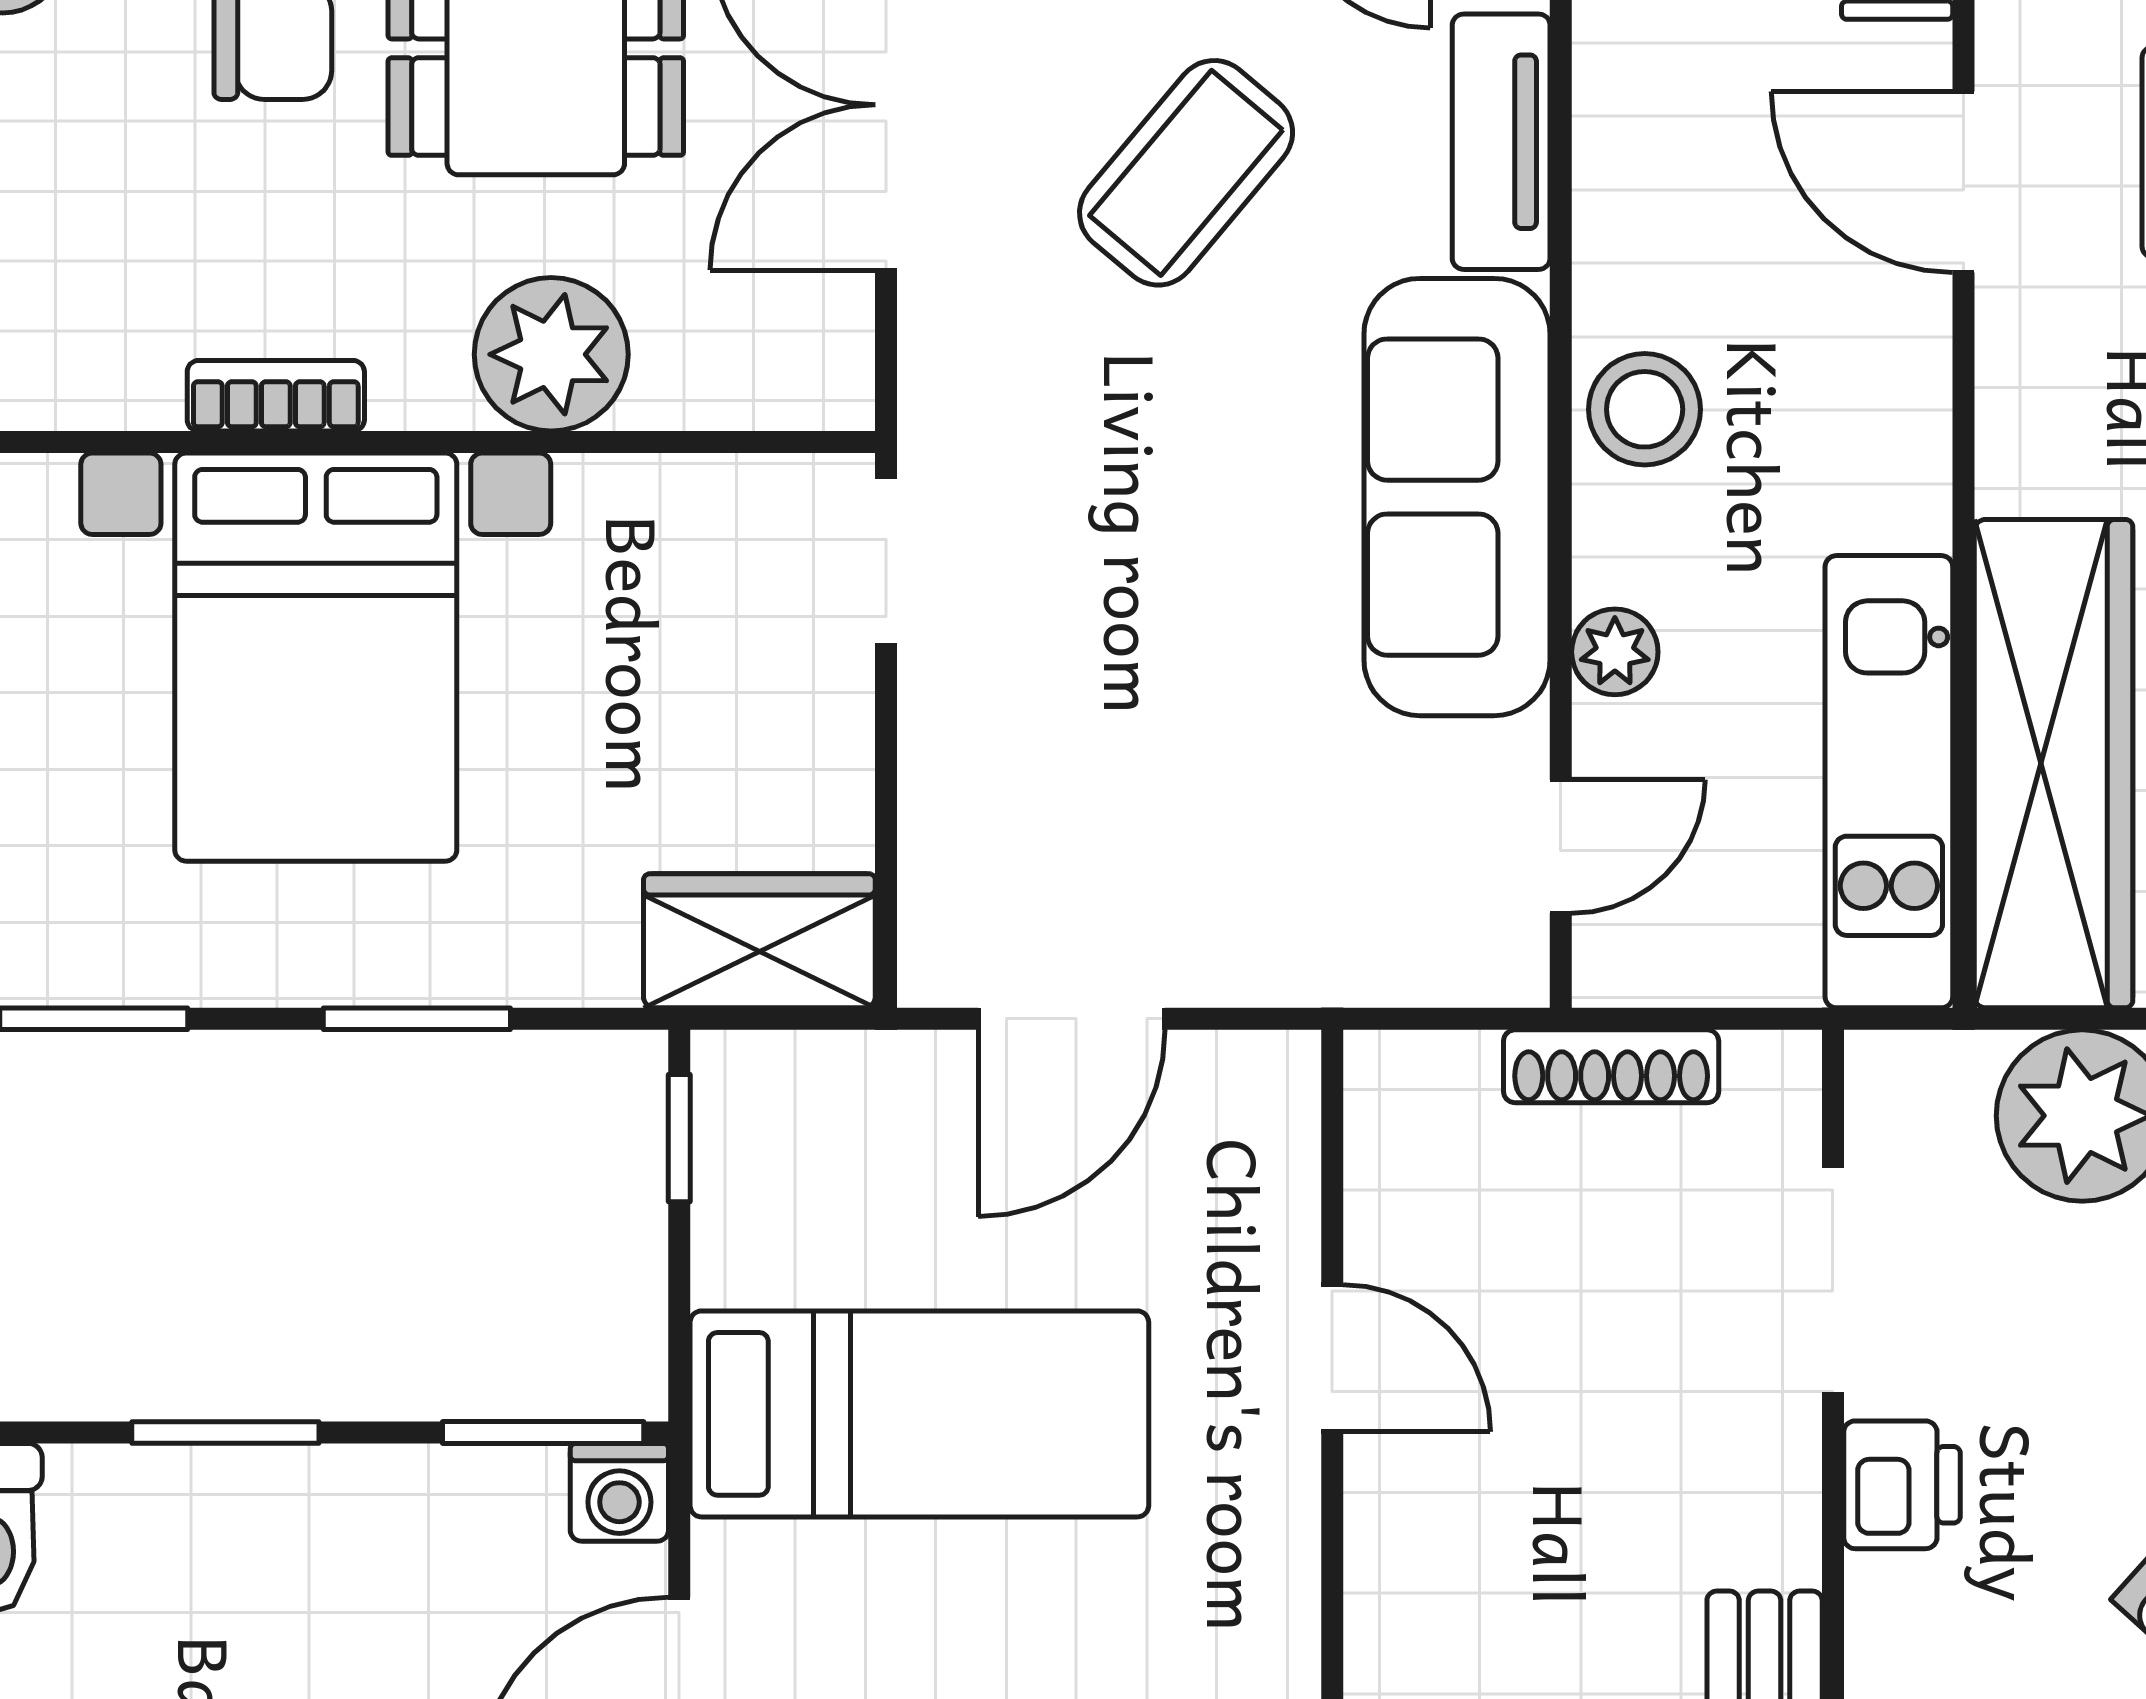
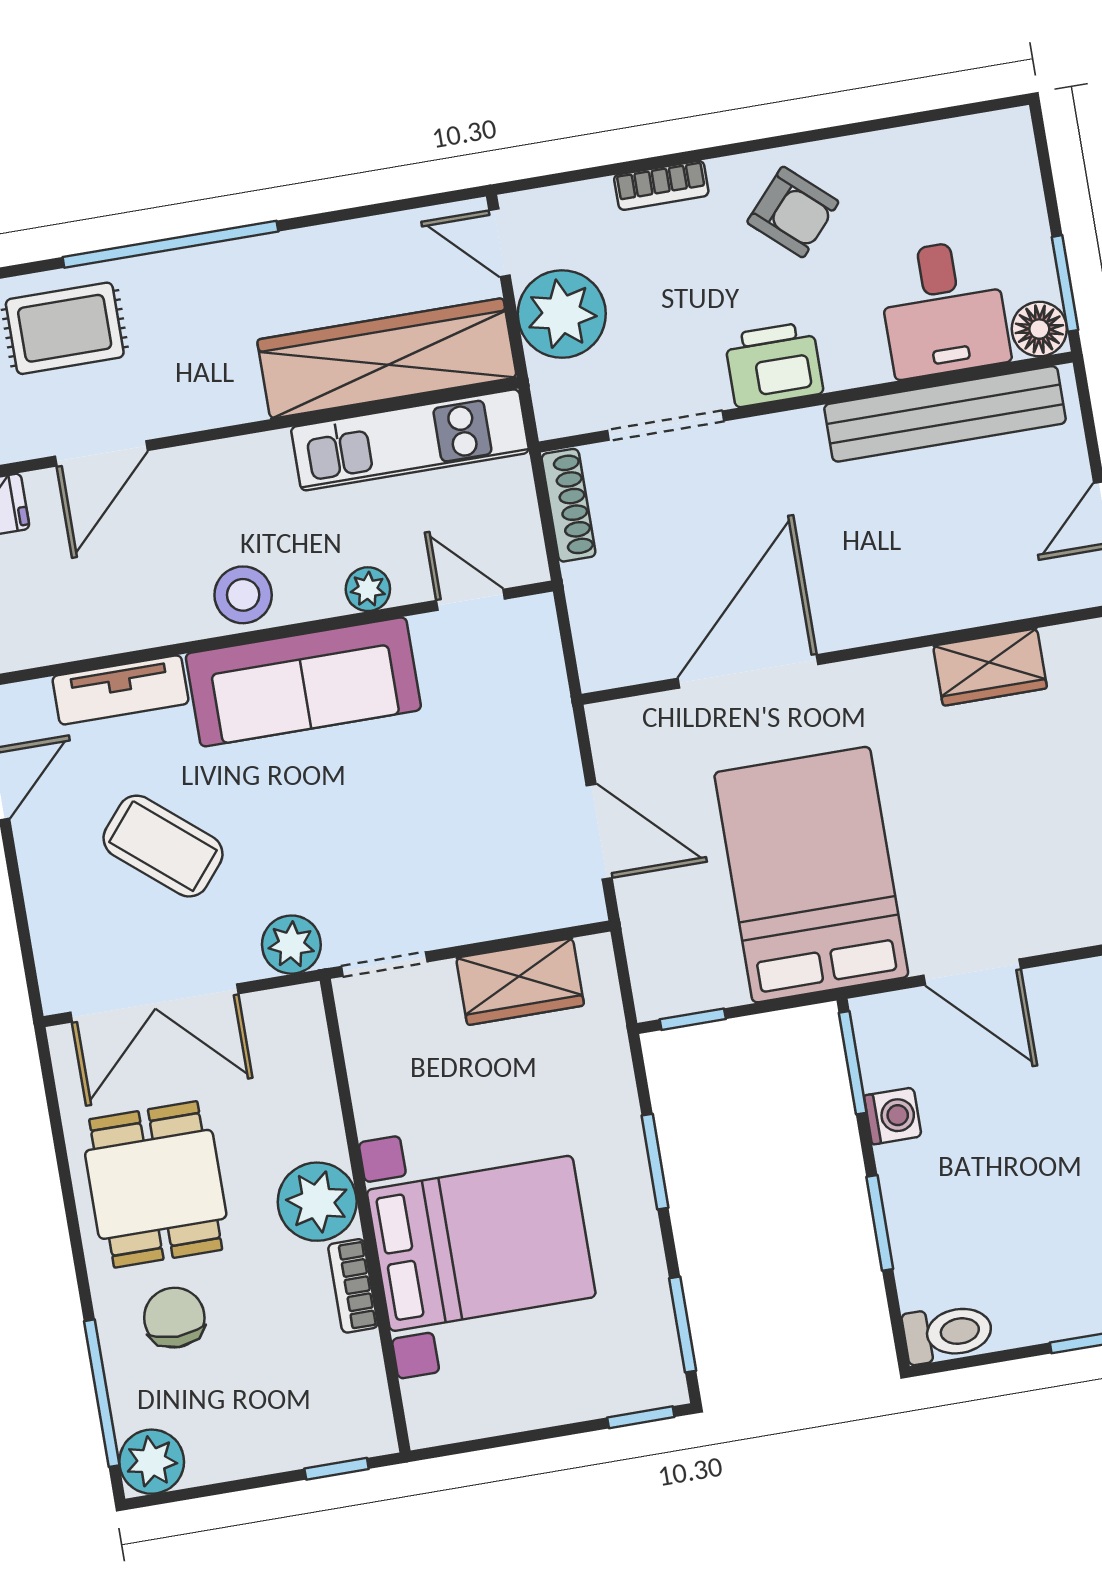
plant: (551, 354) -> (317, 1202), moved
plant: (954, 388) -> (291, 945), added
wardrobe: (759, 941) -> (520, 982), moved, turned -90
shoe rack: (1611, 1066) -> (569, 505), moved
door: (1332, 1358) -> (748, 671), width x1.87
bed: (919, 1414) -> (811, 875), width x1.50
printer: (1902, 1485) -> (774, 364), width x1.36, depth x1.24
washing machine: (619, 1492) -> (893, 1116), moved

